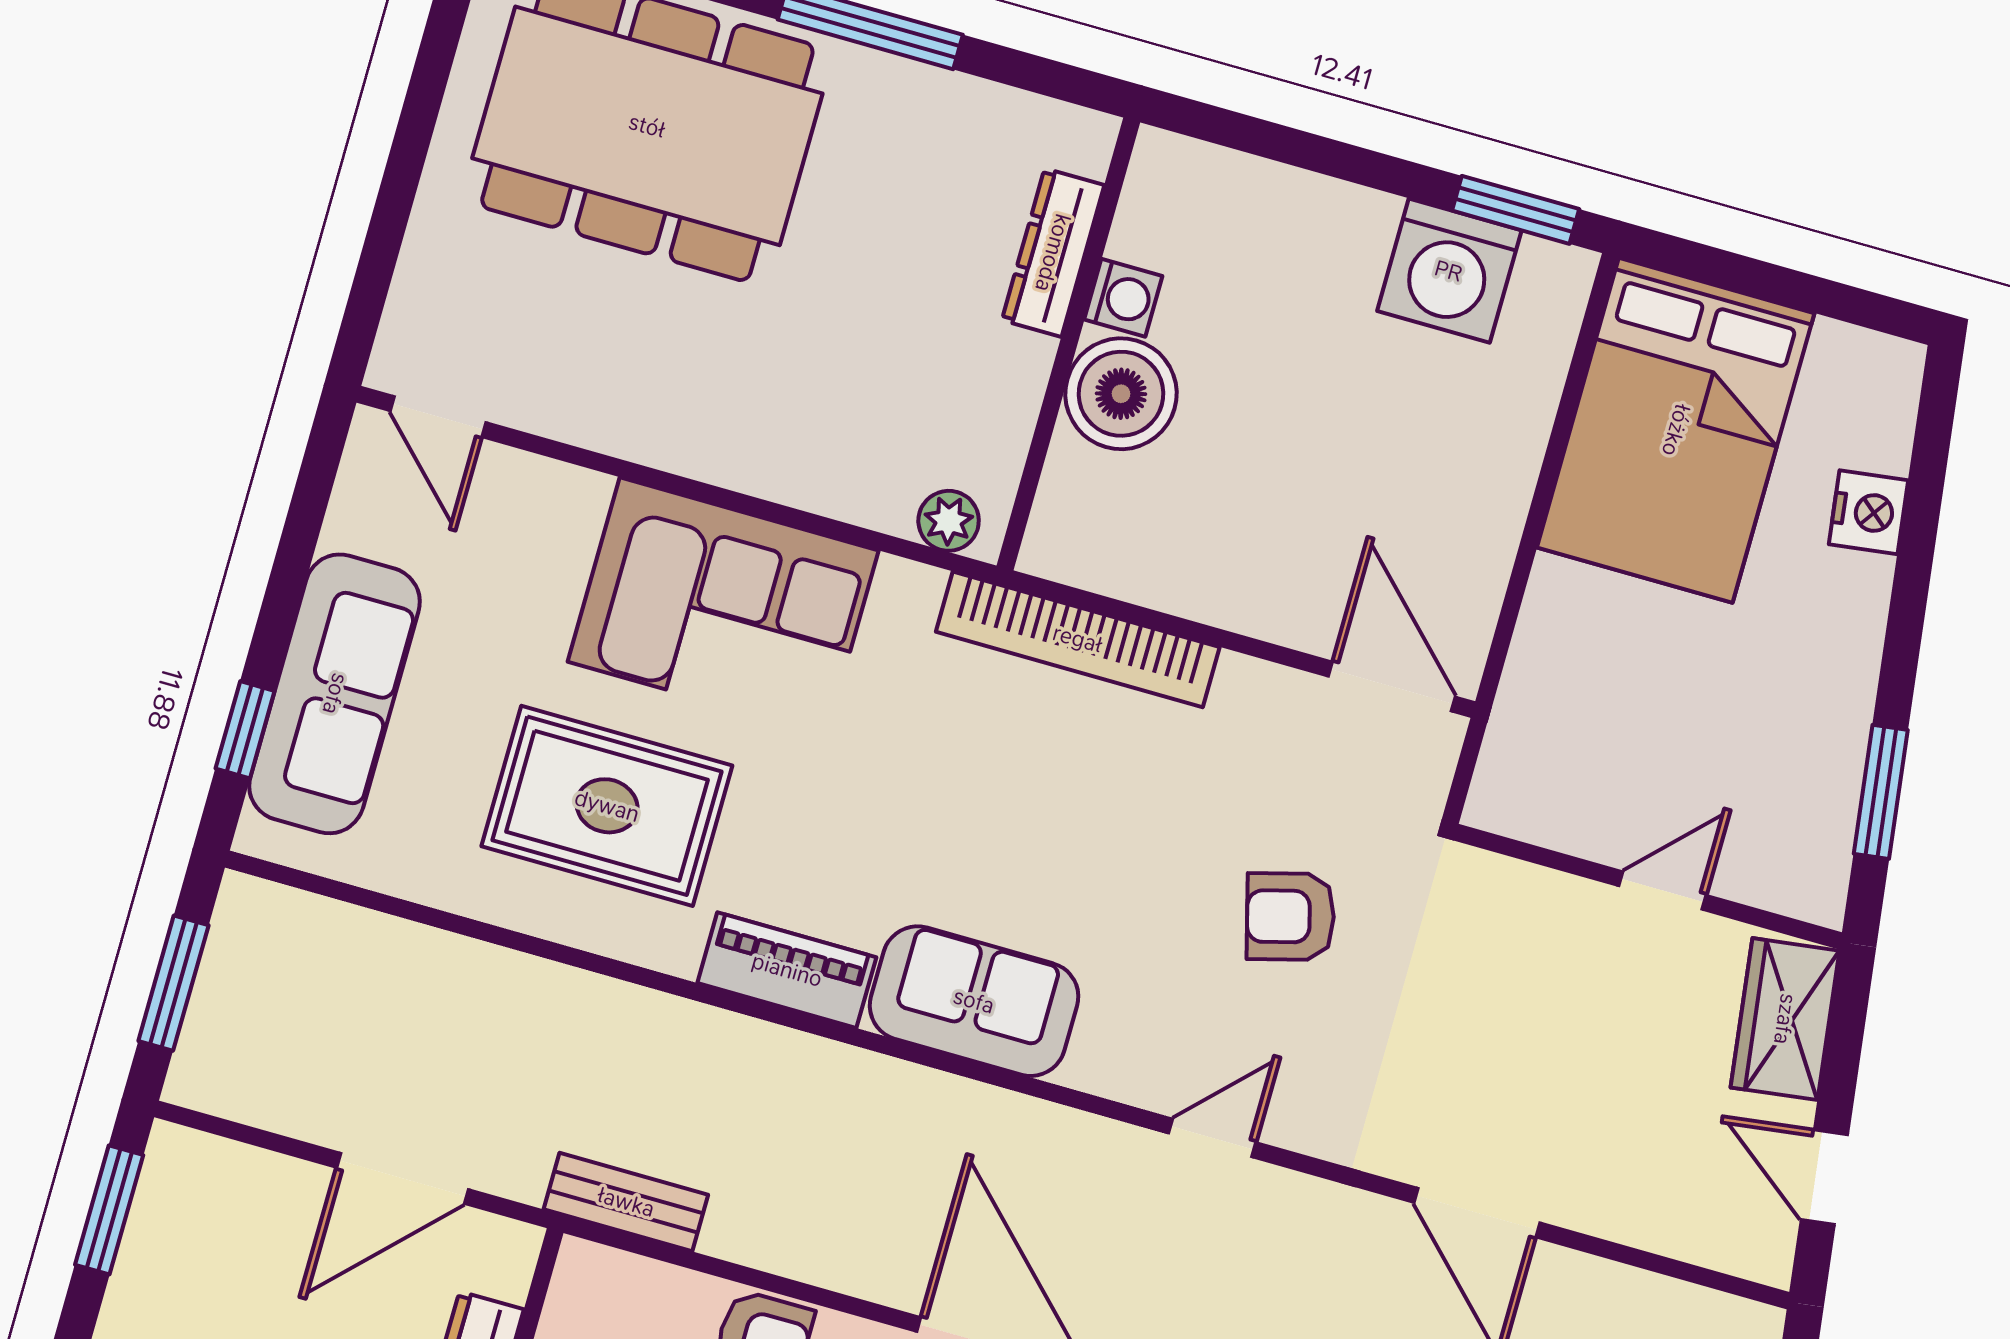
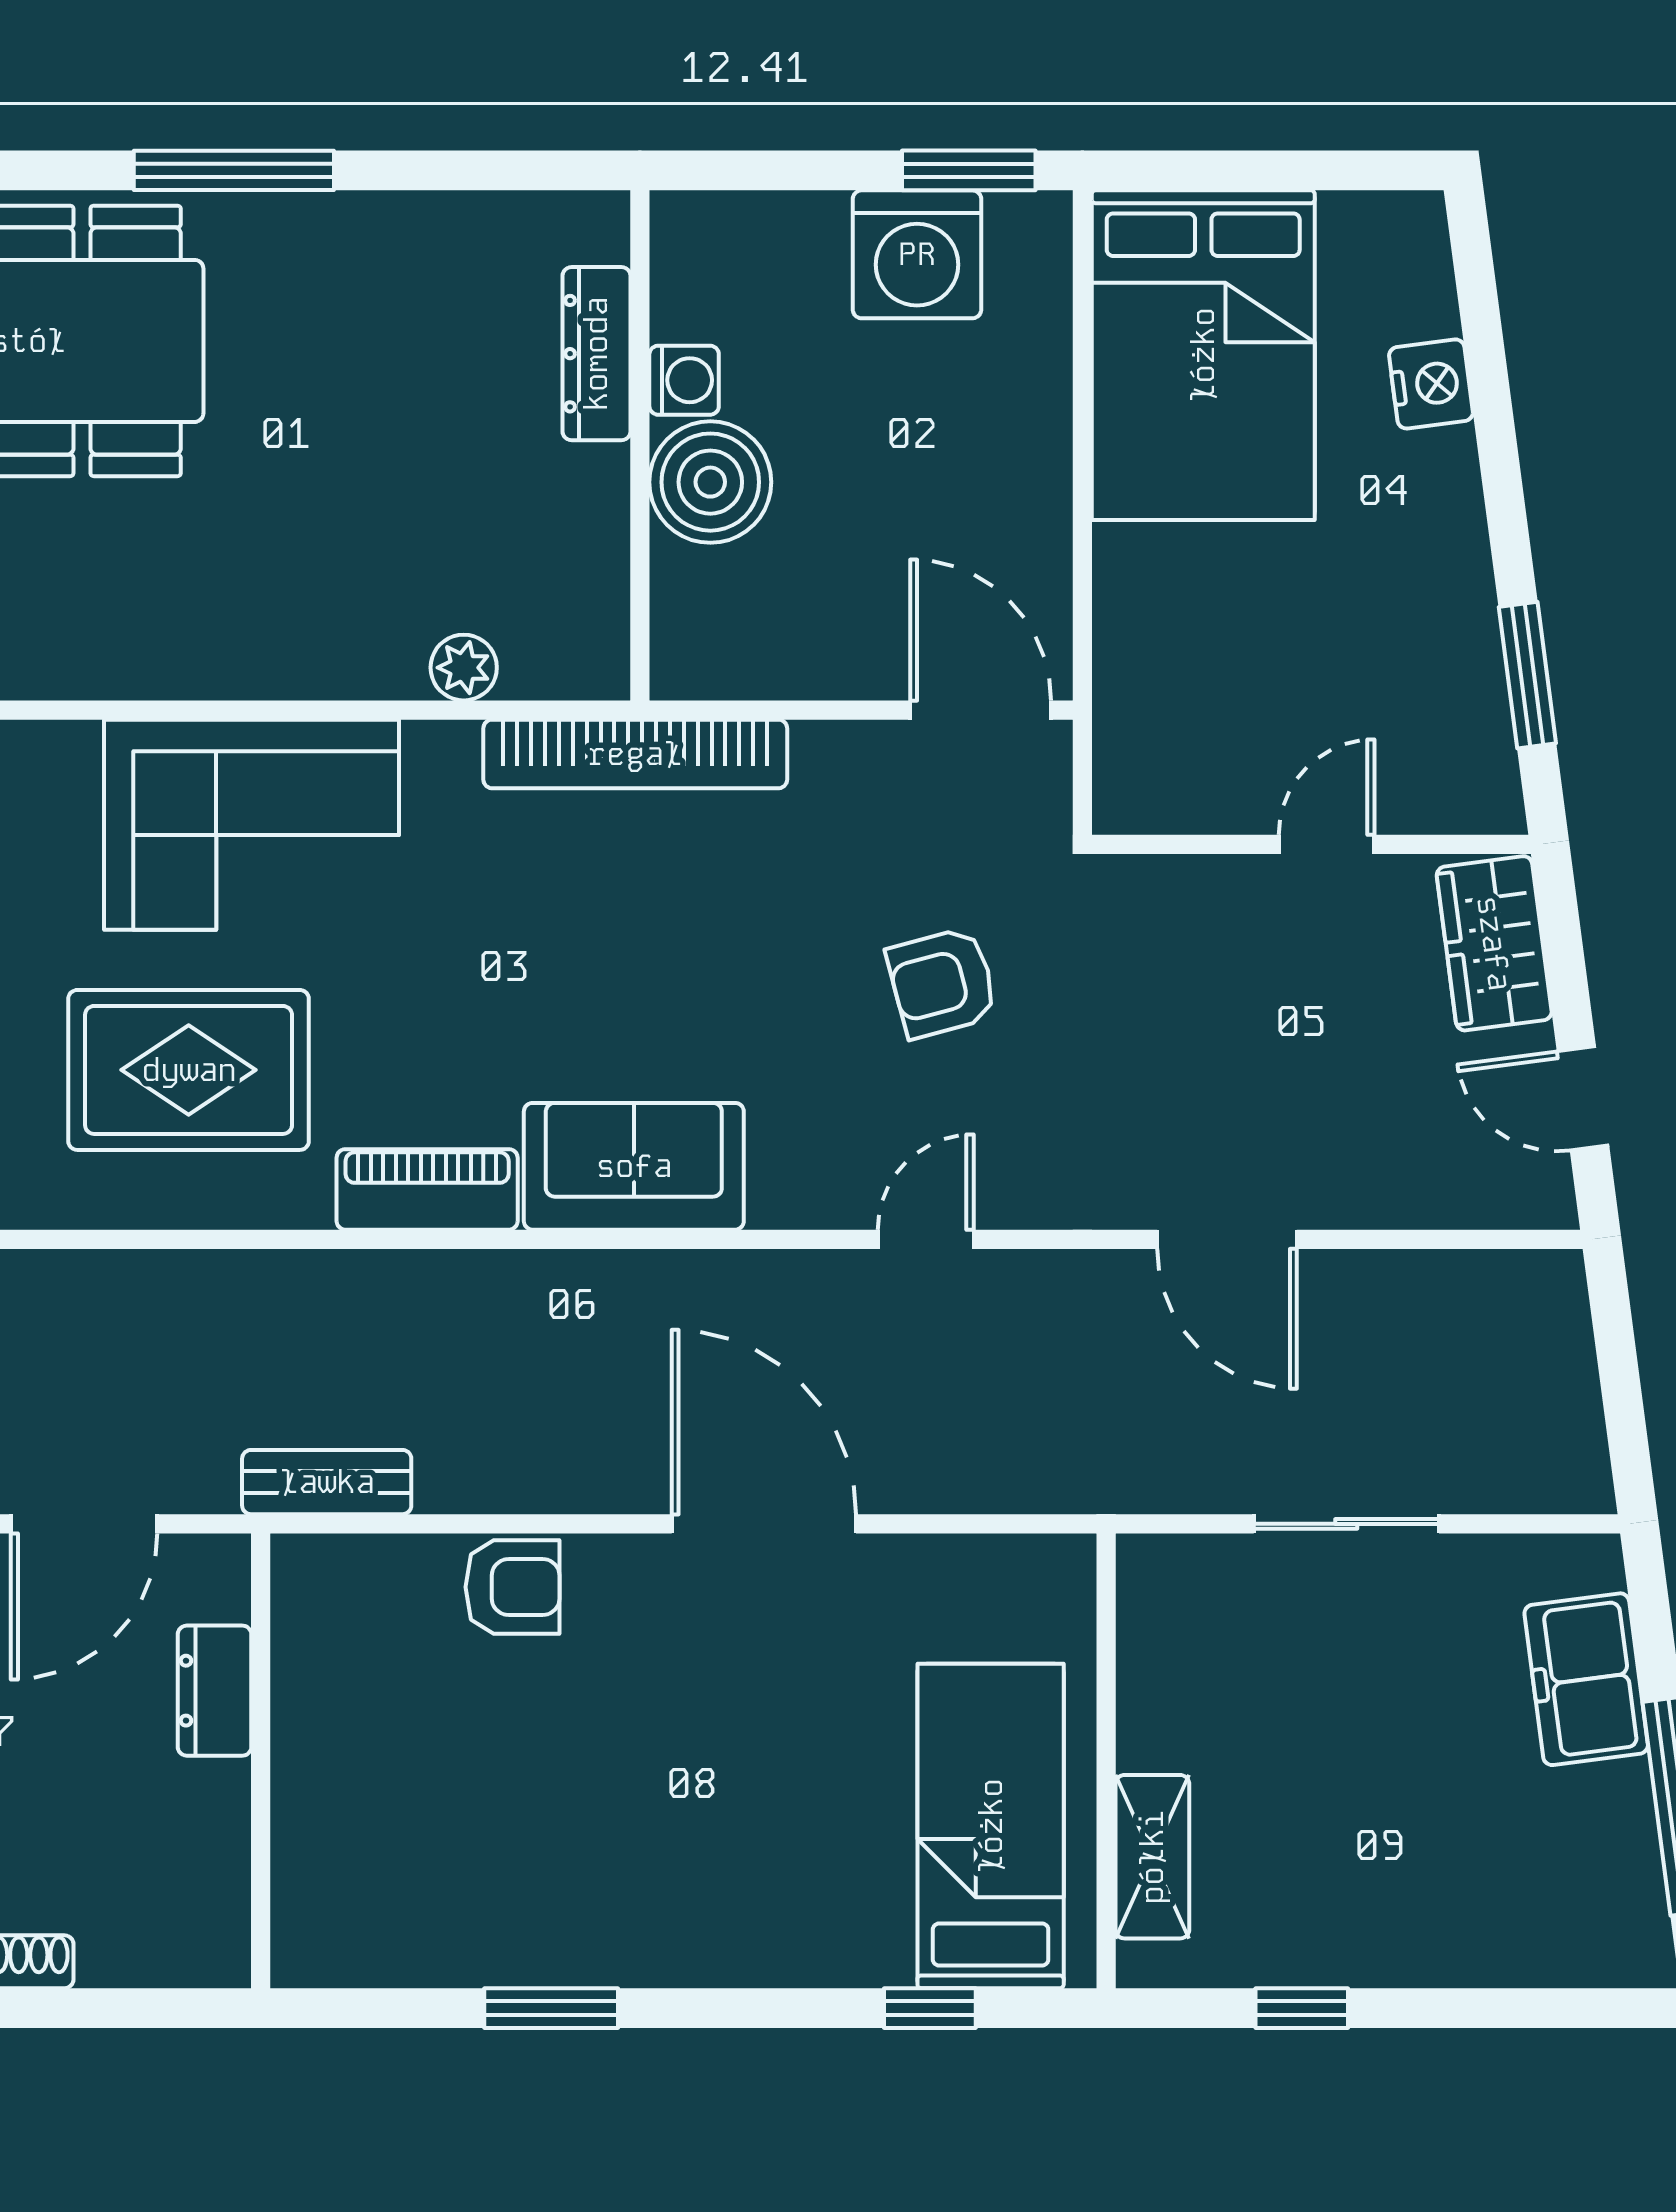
dresser: (1053, 253) -> (596, 354), moved
washing machine: (1123, 298) -> (684, 380), moved
wall: (1068, 344) -> (640, 445), moved
boiler: (1121, 394) -> (710, 482), moved

